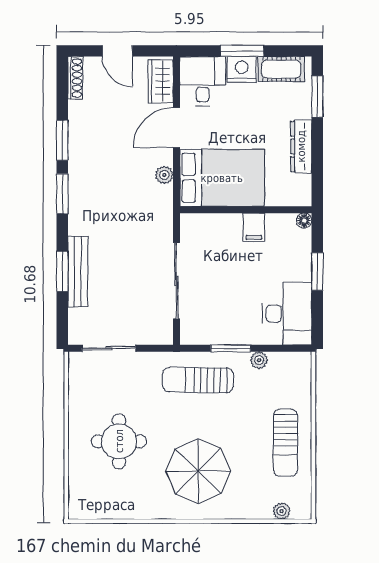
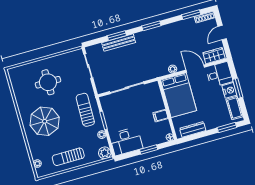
window: (62, 140) -> (191, 15), moved
dresser: (301, 146) -> (193, 129), moved
plant: (299, 365) -> (105, 153), added

